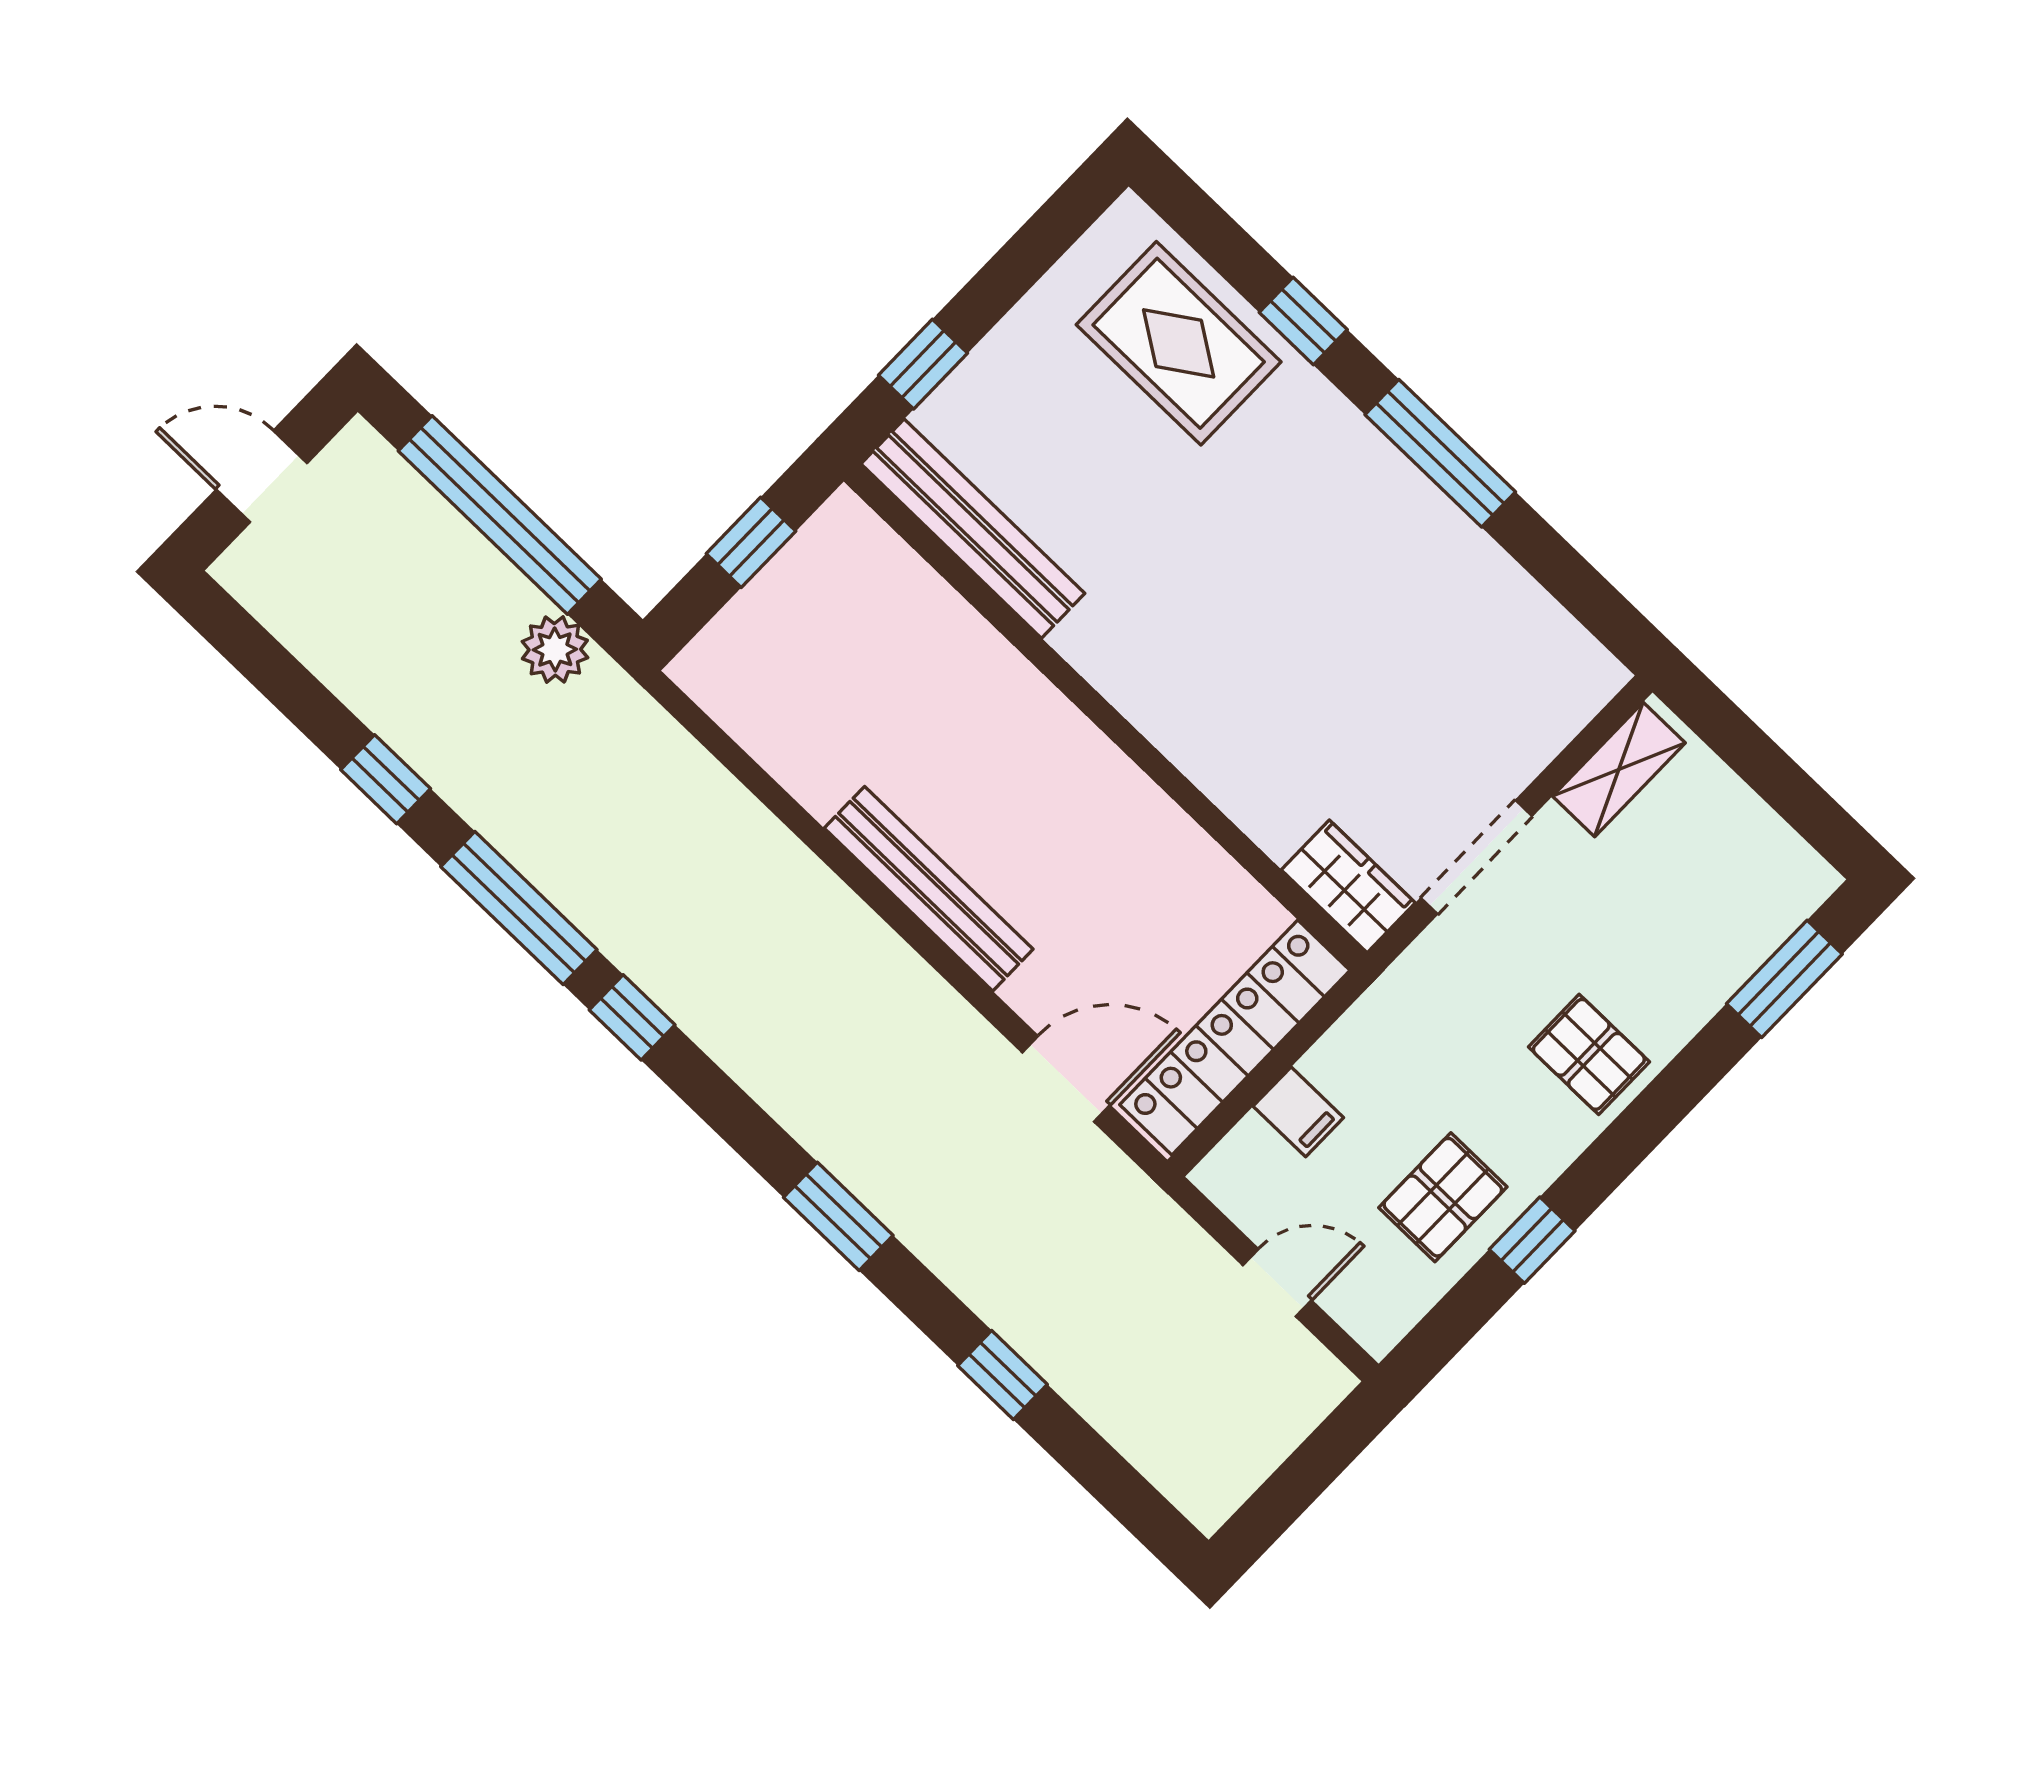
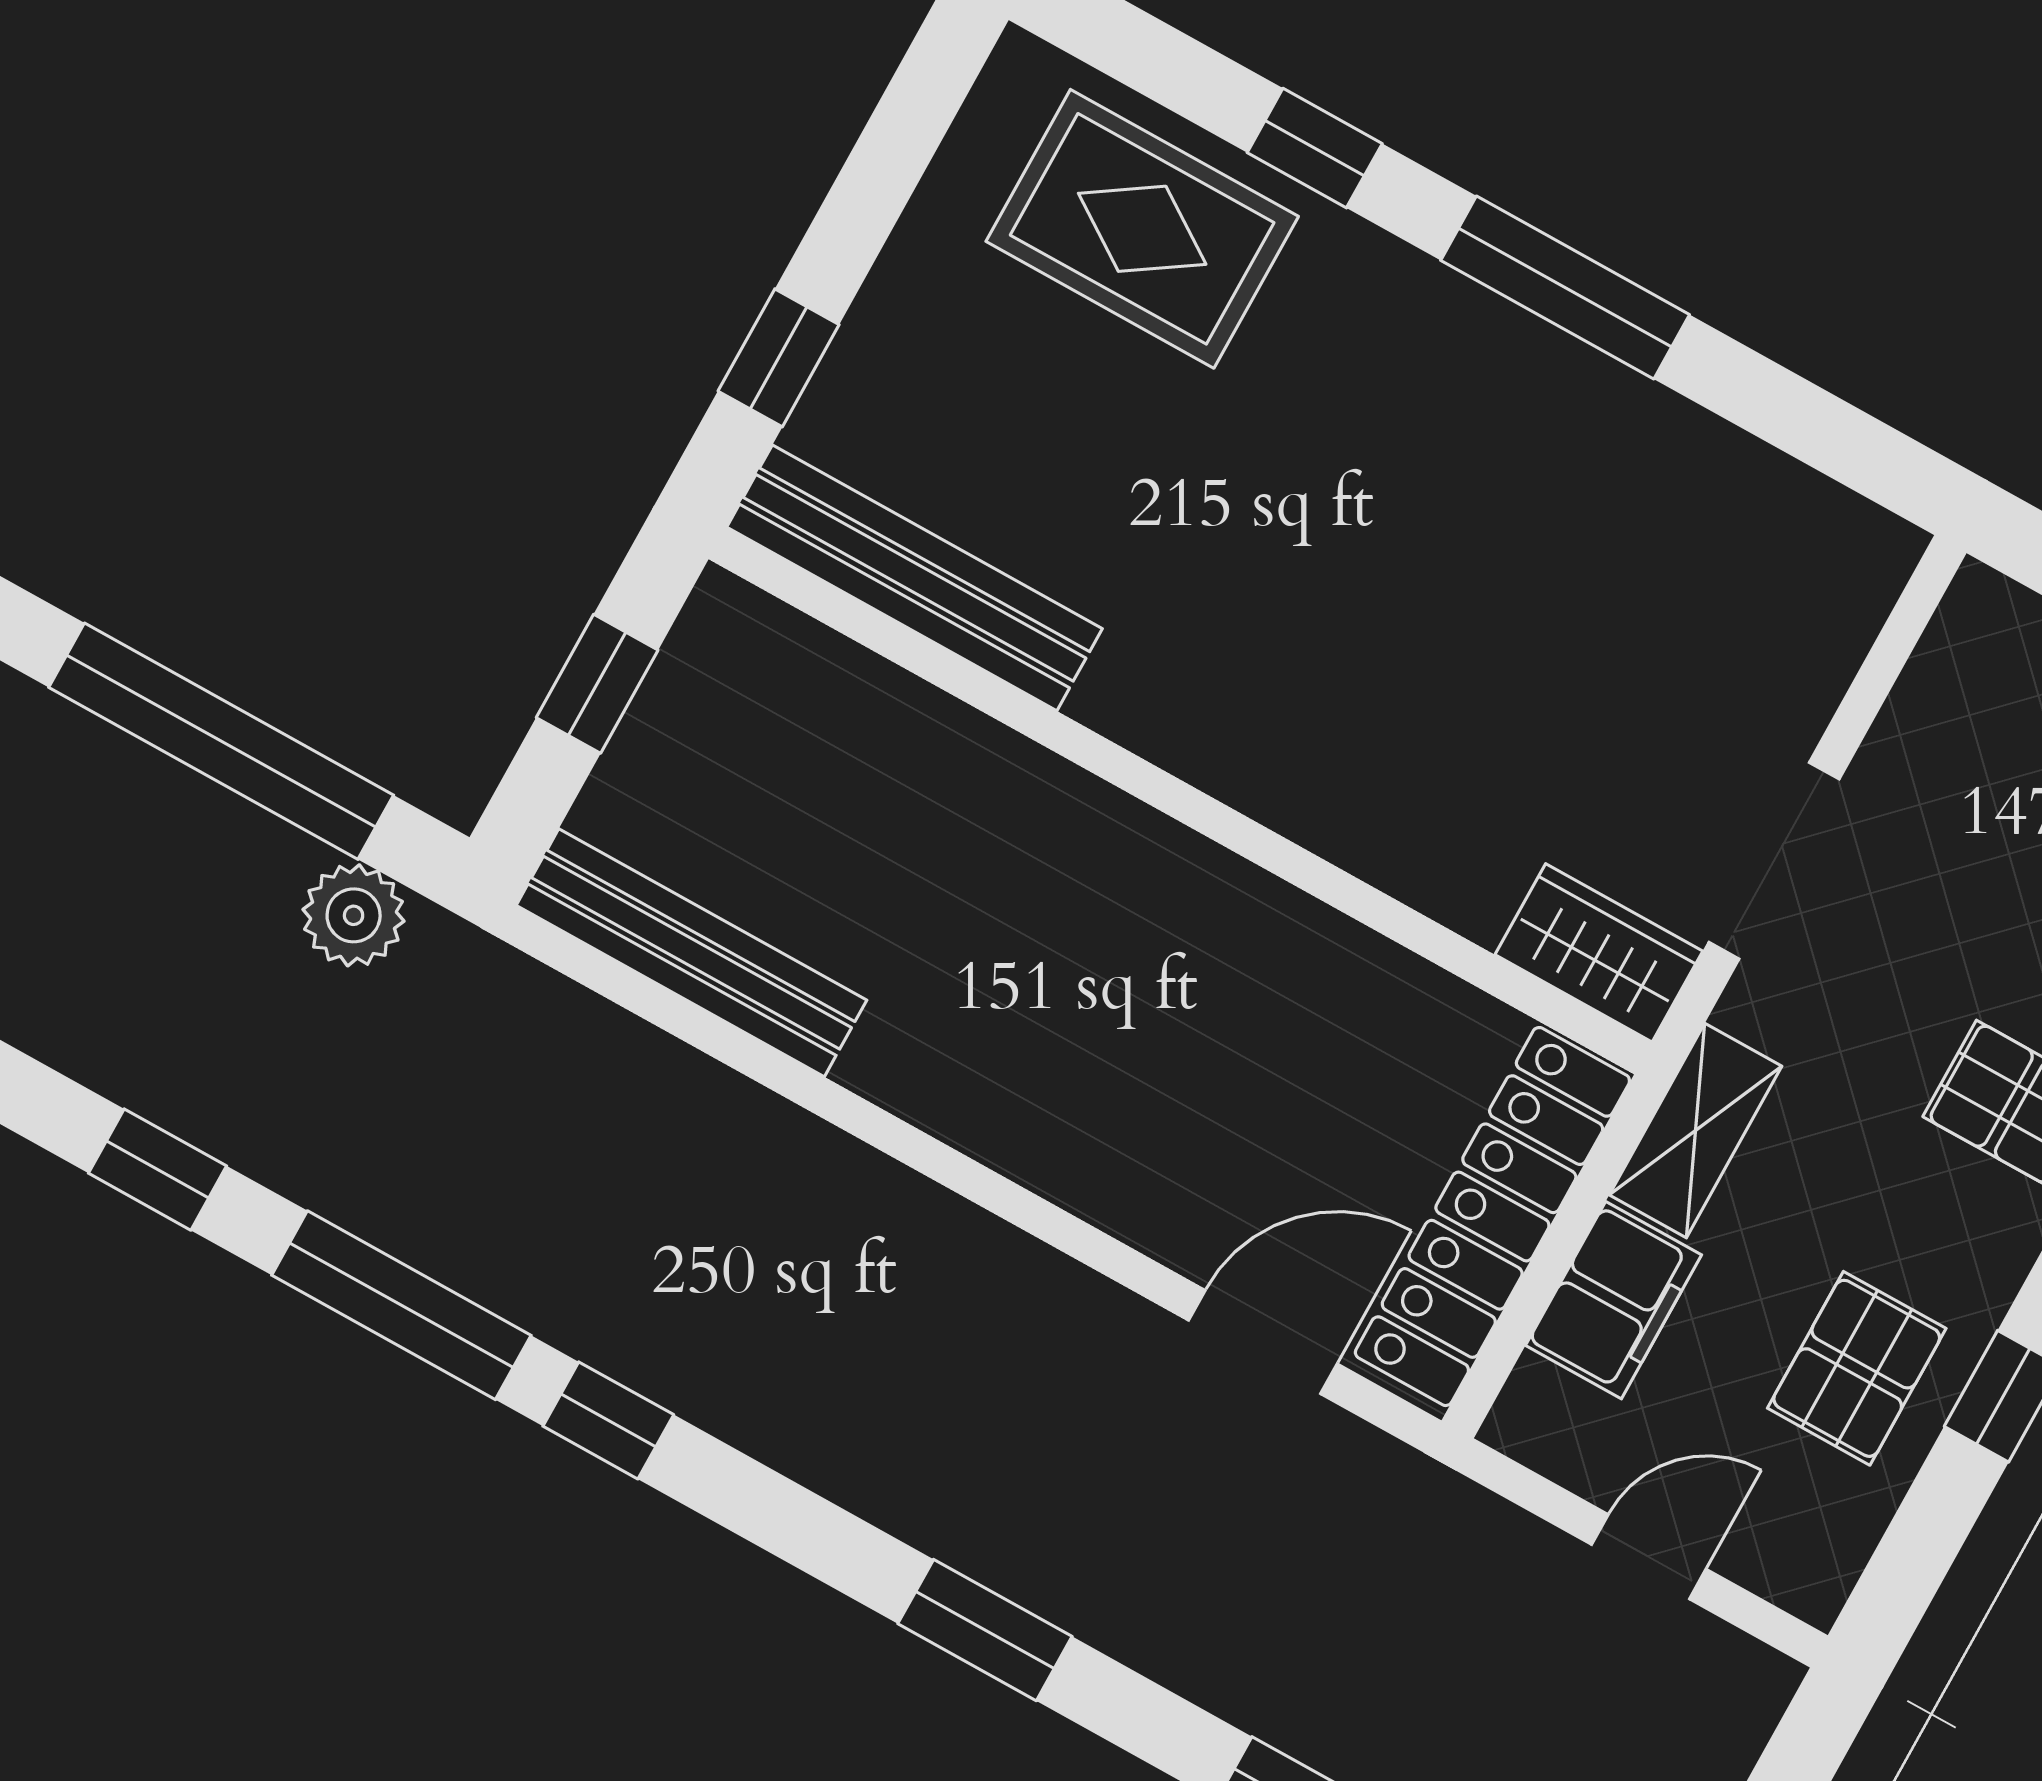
shelving: (1619, 770) -> (1696, 1131), moved
bench: (929, 889) -> (691, 953), moved
filing cabinet: (1298, 1112) -> (1614, 1300), width x2.00

